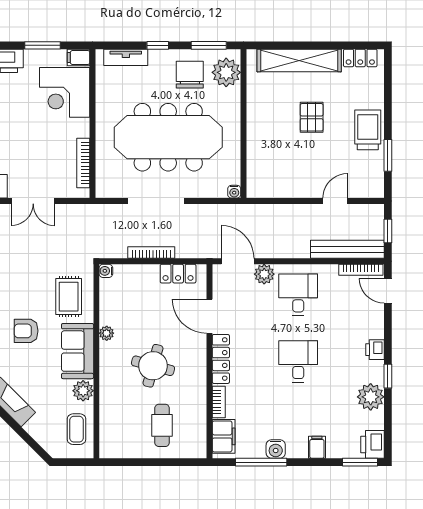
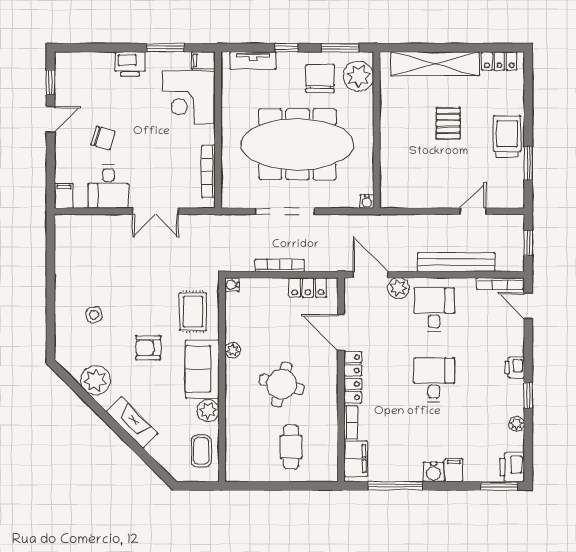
bench: (347, 249) -> (456, 262), moved
plant: (371, 397) -> (517, 424), width x0.53, depth x0.53
water cooler: (276, 449) -> (433, 472), moved

